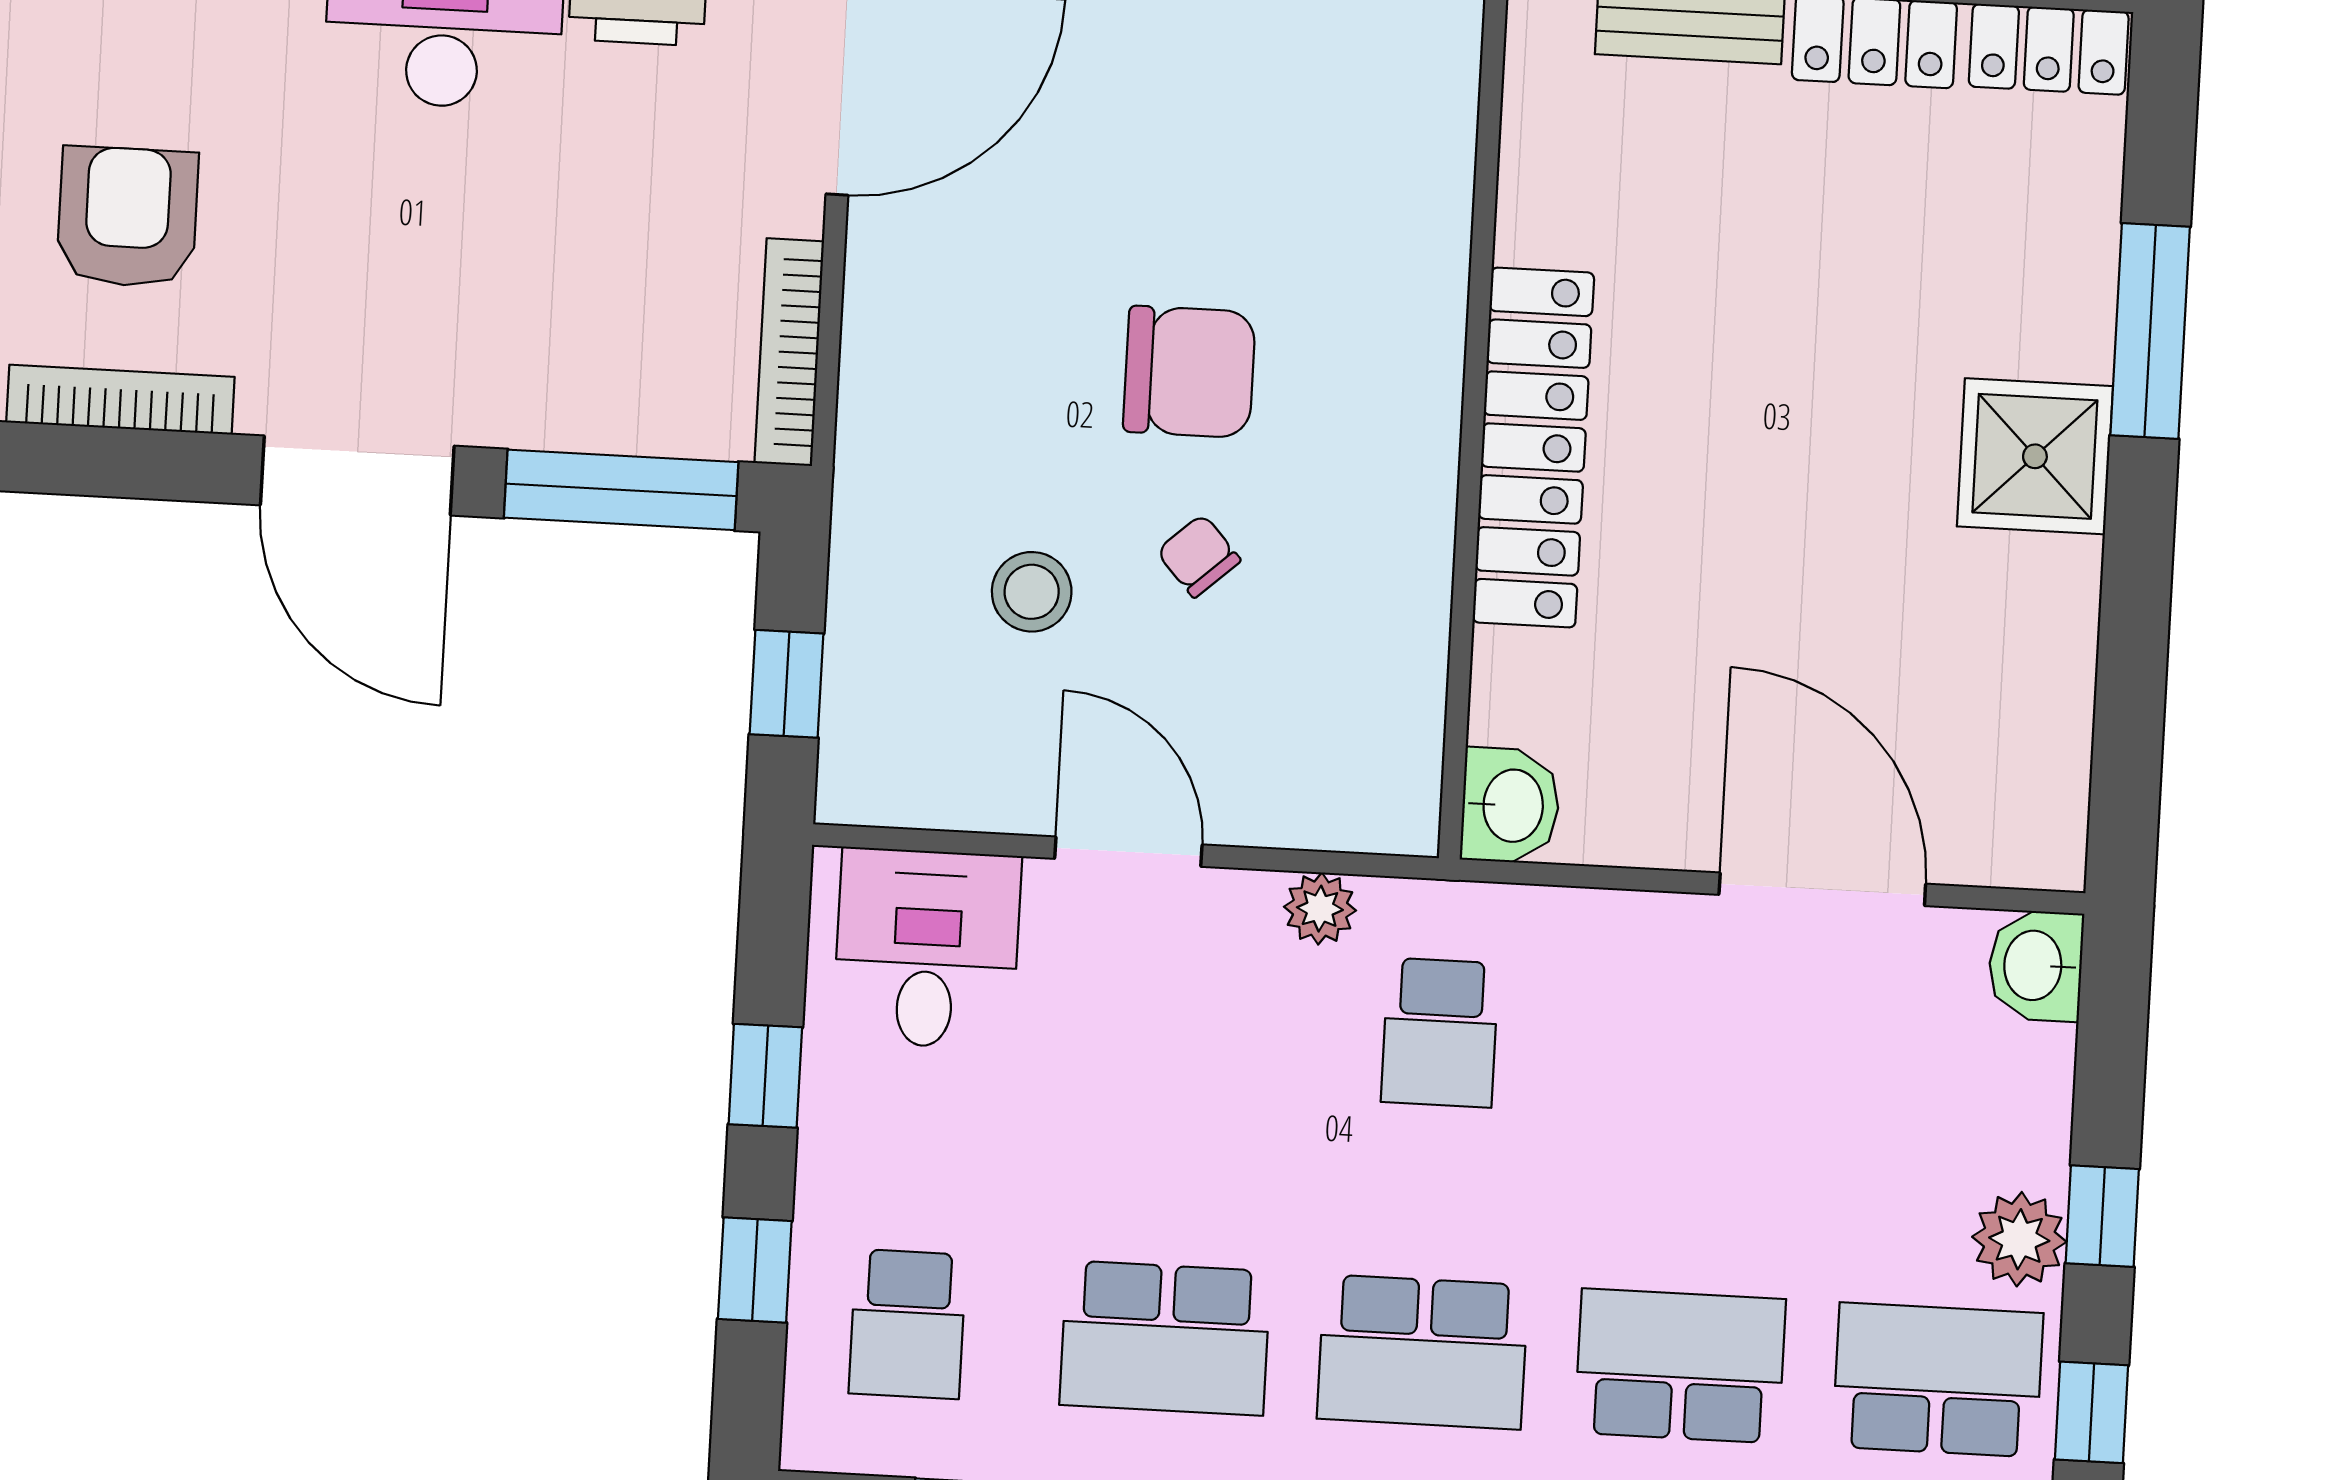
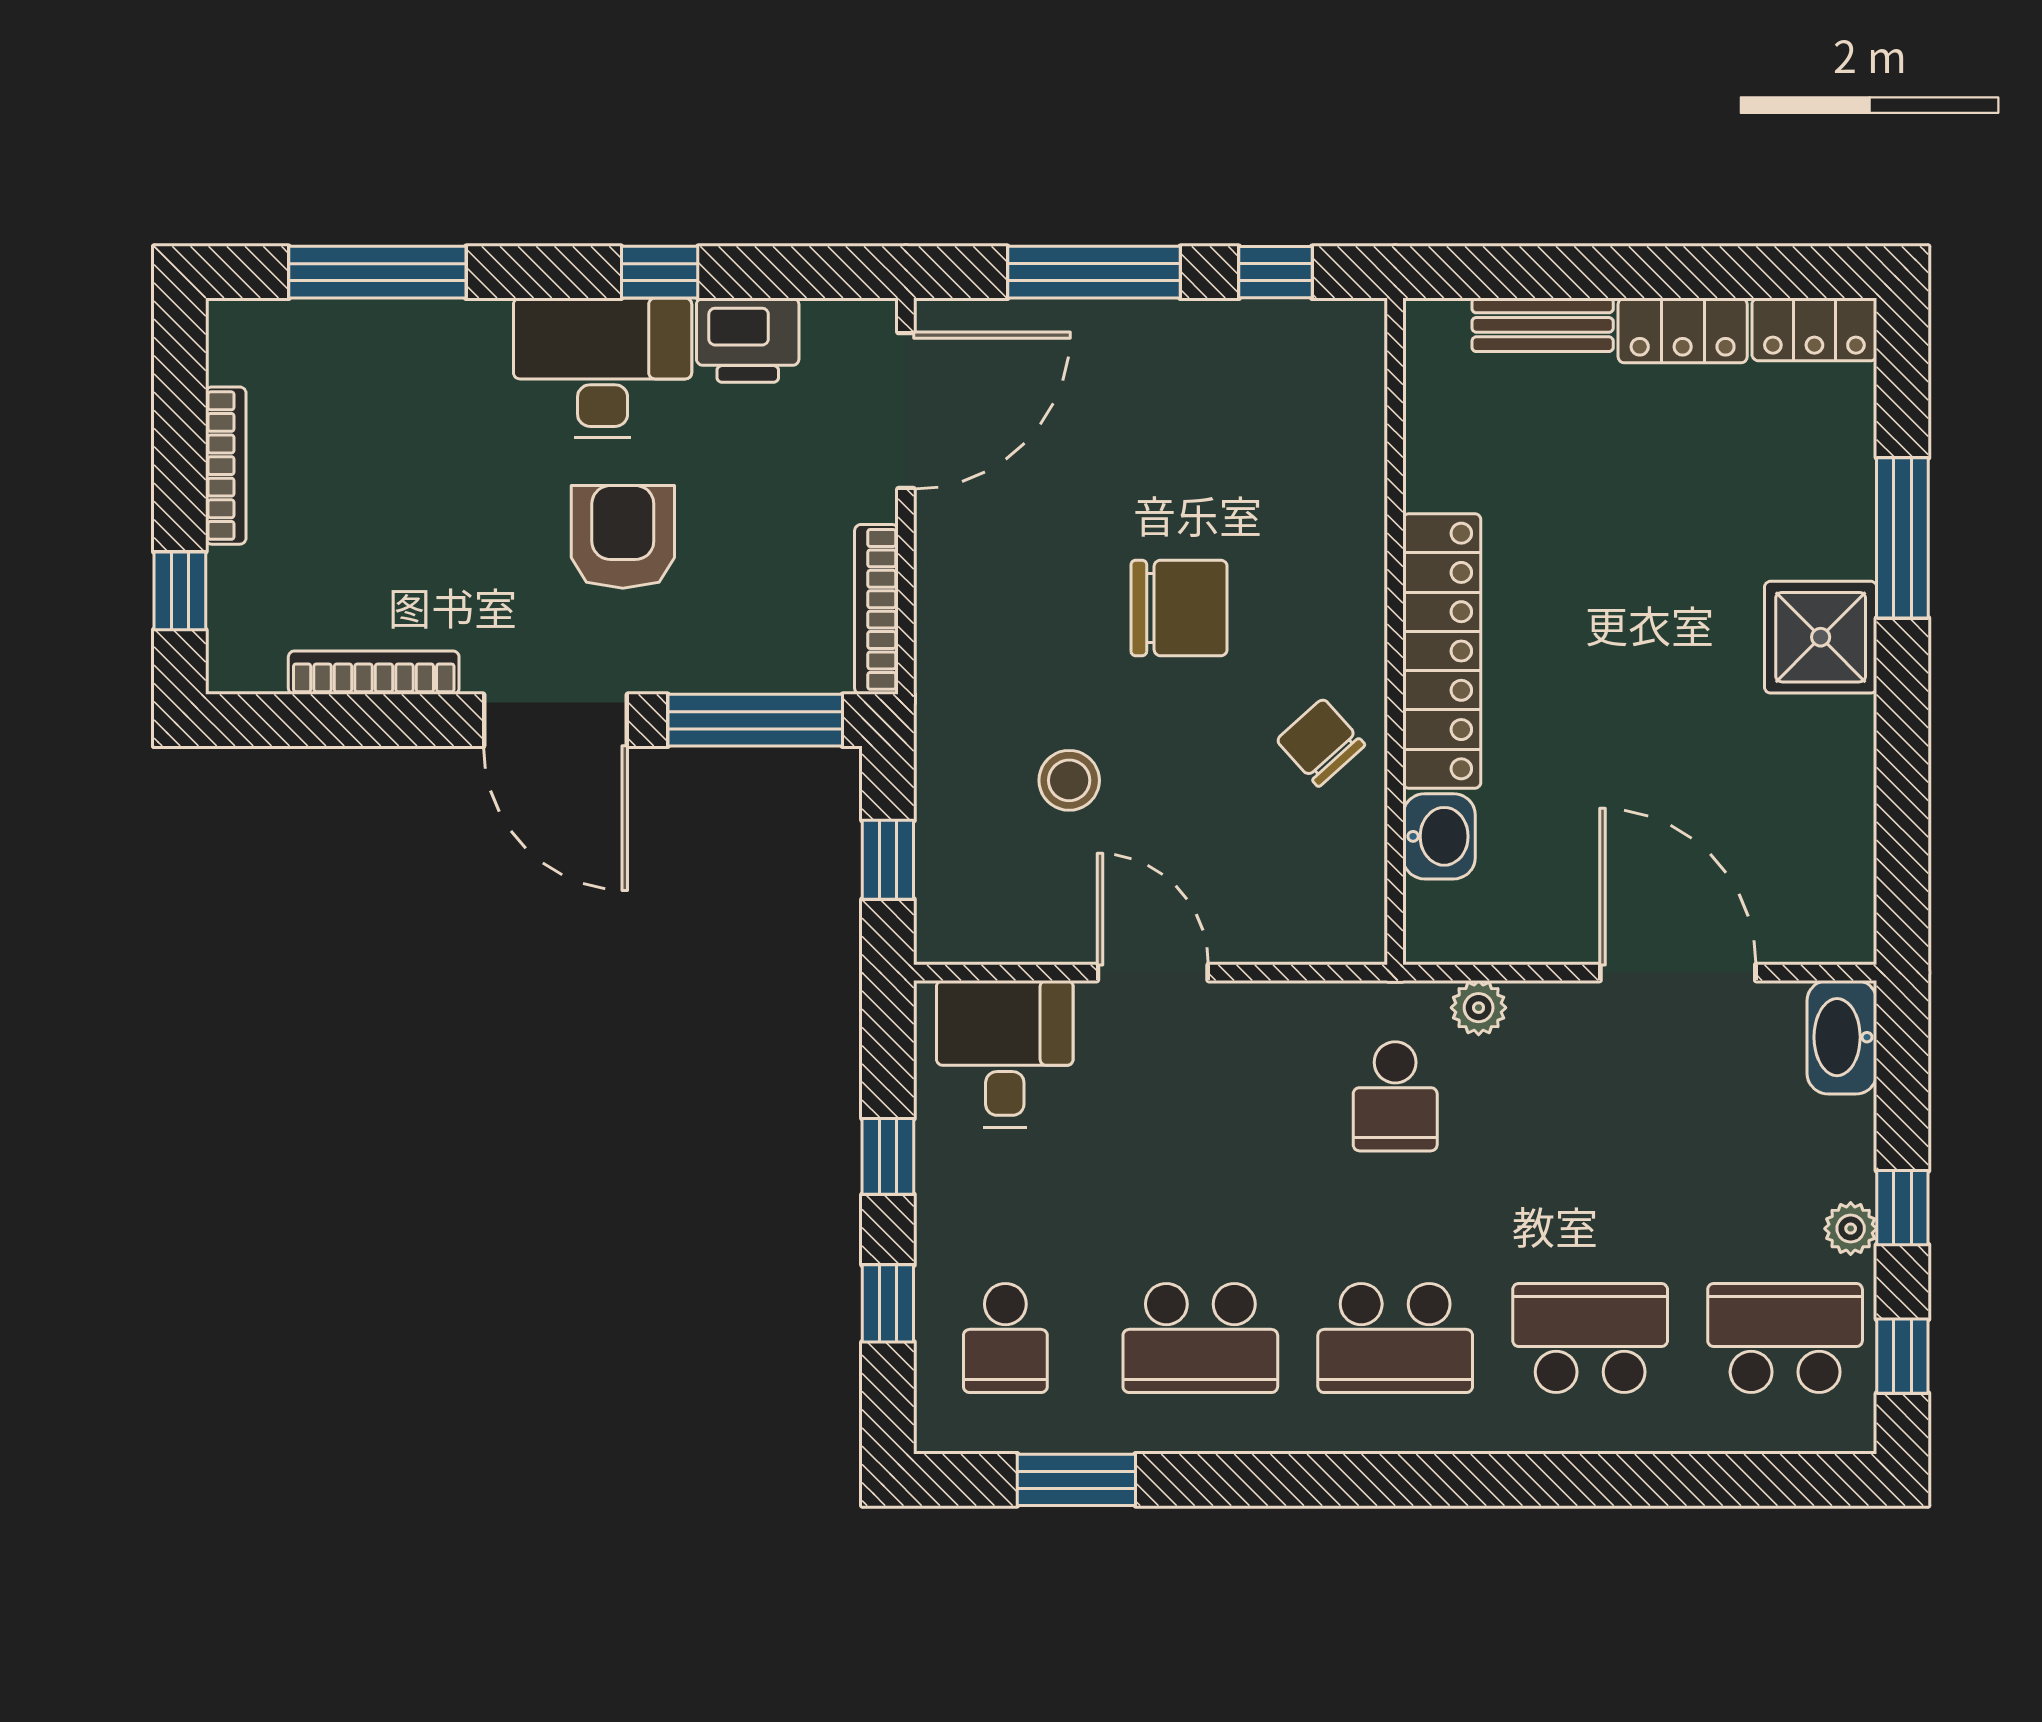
armchair: (127, 217) -> (623, 537), moved
chair: (1199, 556) -> (1321, 743), moved, width x1.37, depth x1.37
washbasin: (1510, 806) -> (1439, 836), moved
plant: (1320, 909) -> (1479, 1008), moved
washbasin: (2036, 966) -> (1842, 1037), width x1.38
plant: (2019, 1239) -> (1851, 1229), width x0.73, depth x0.73

